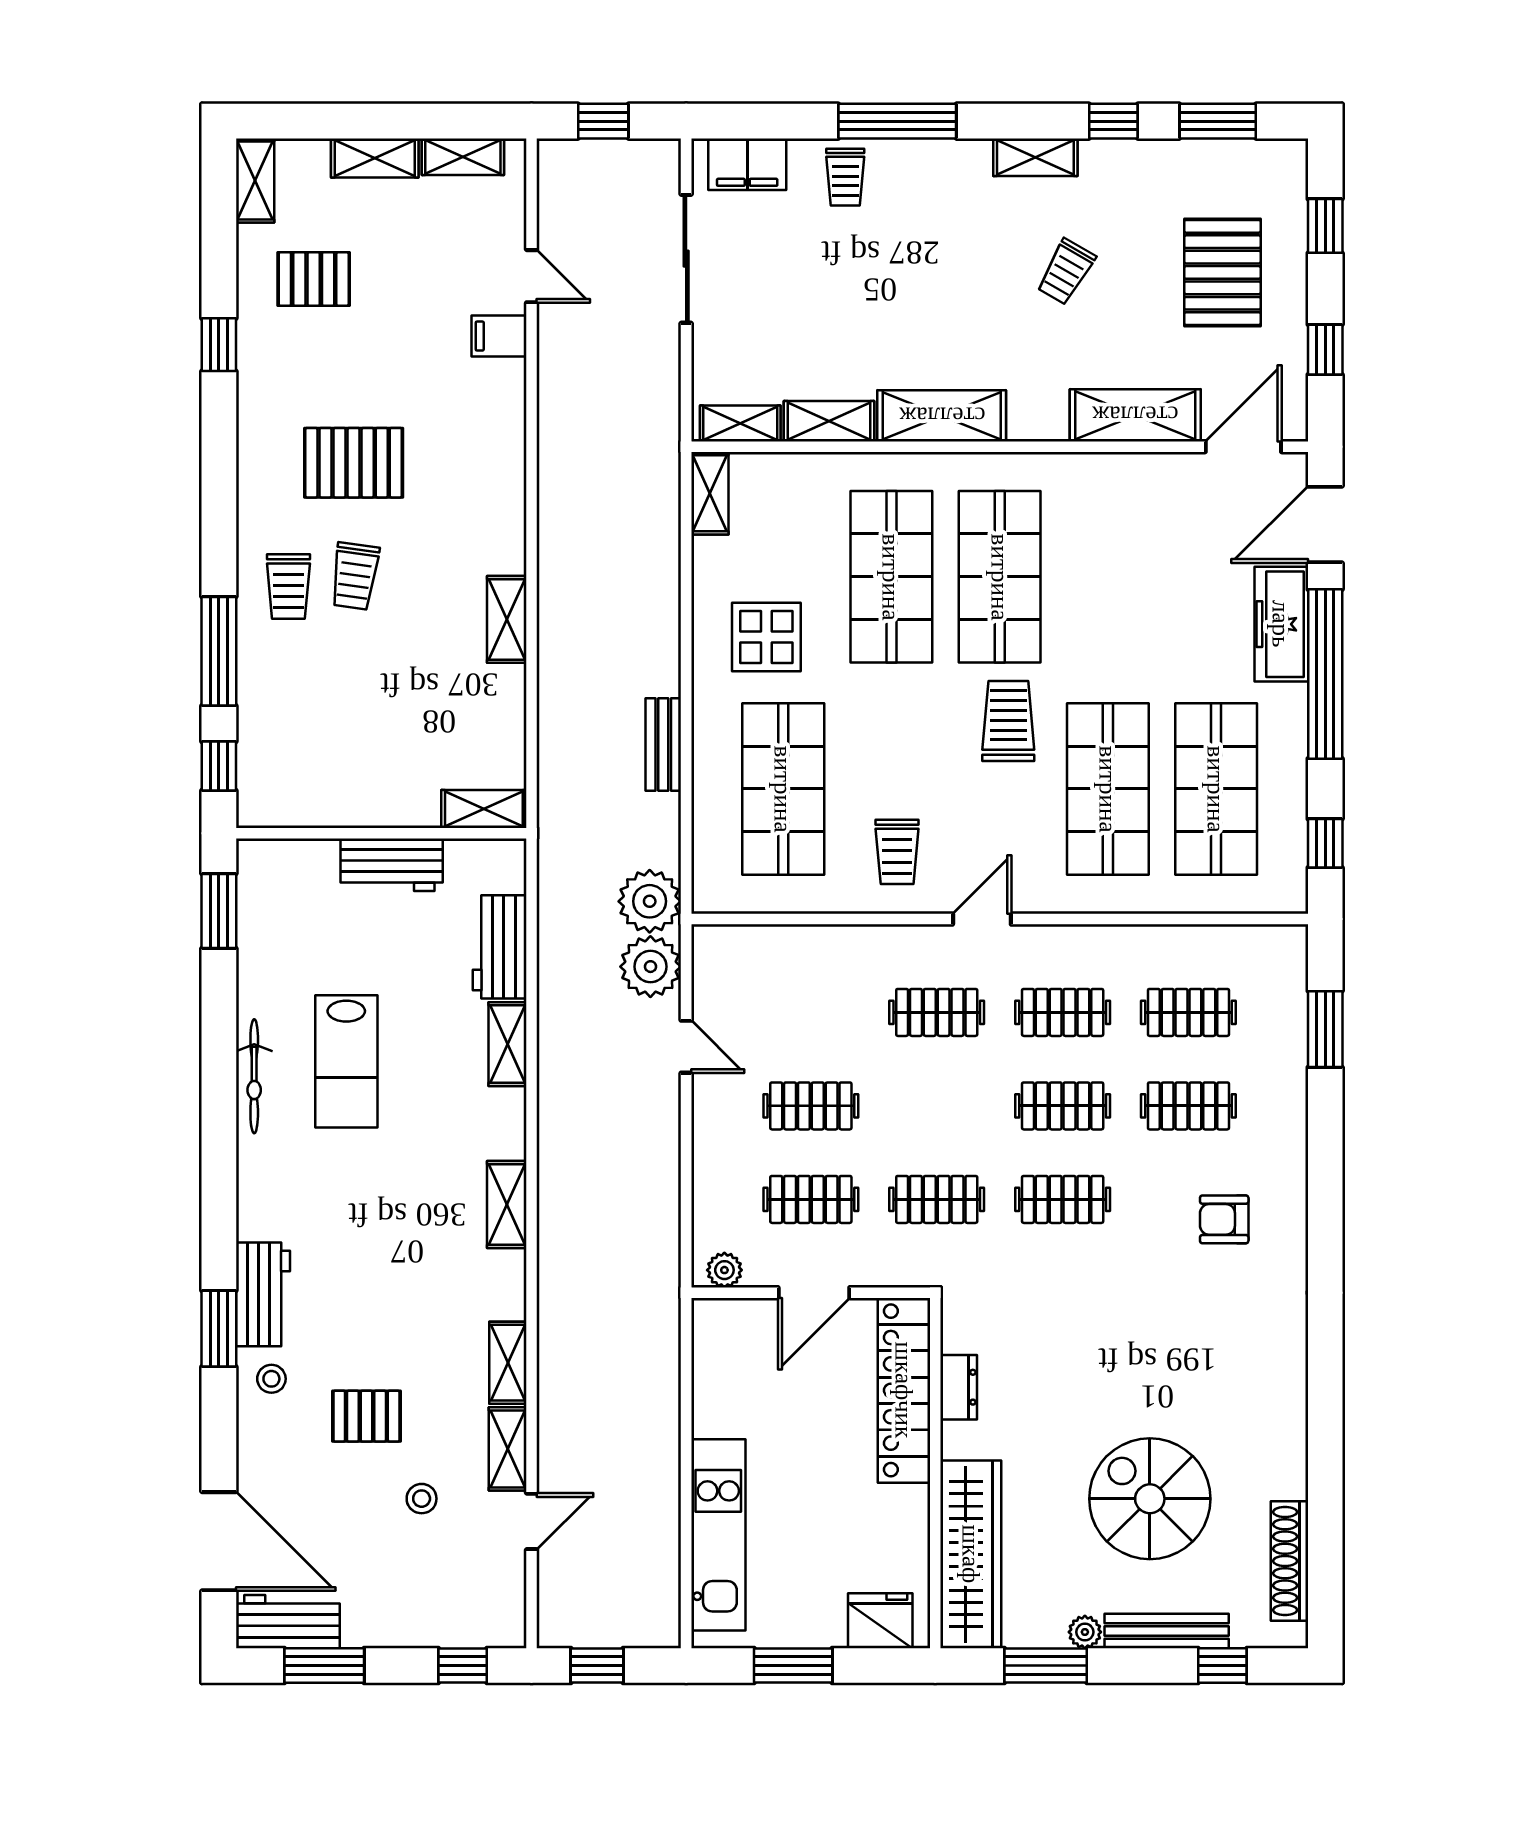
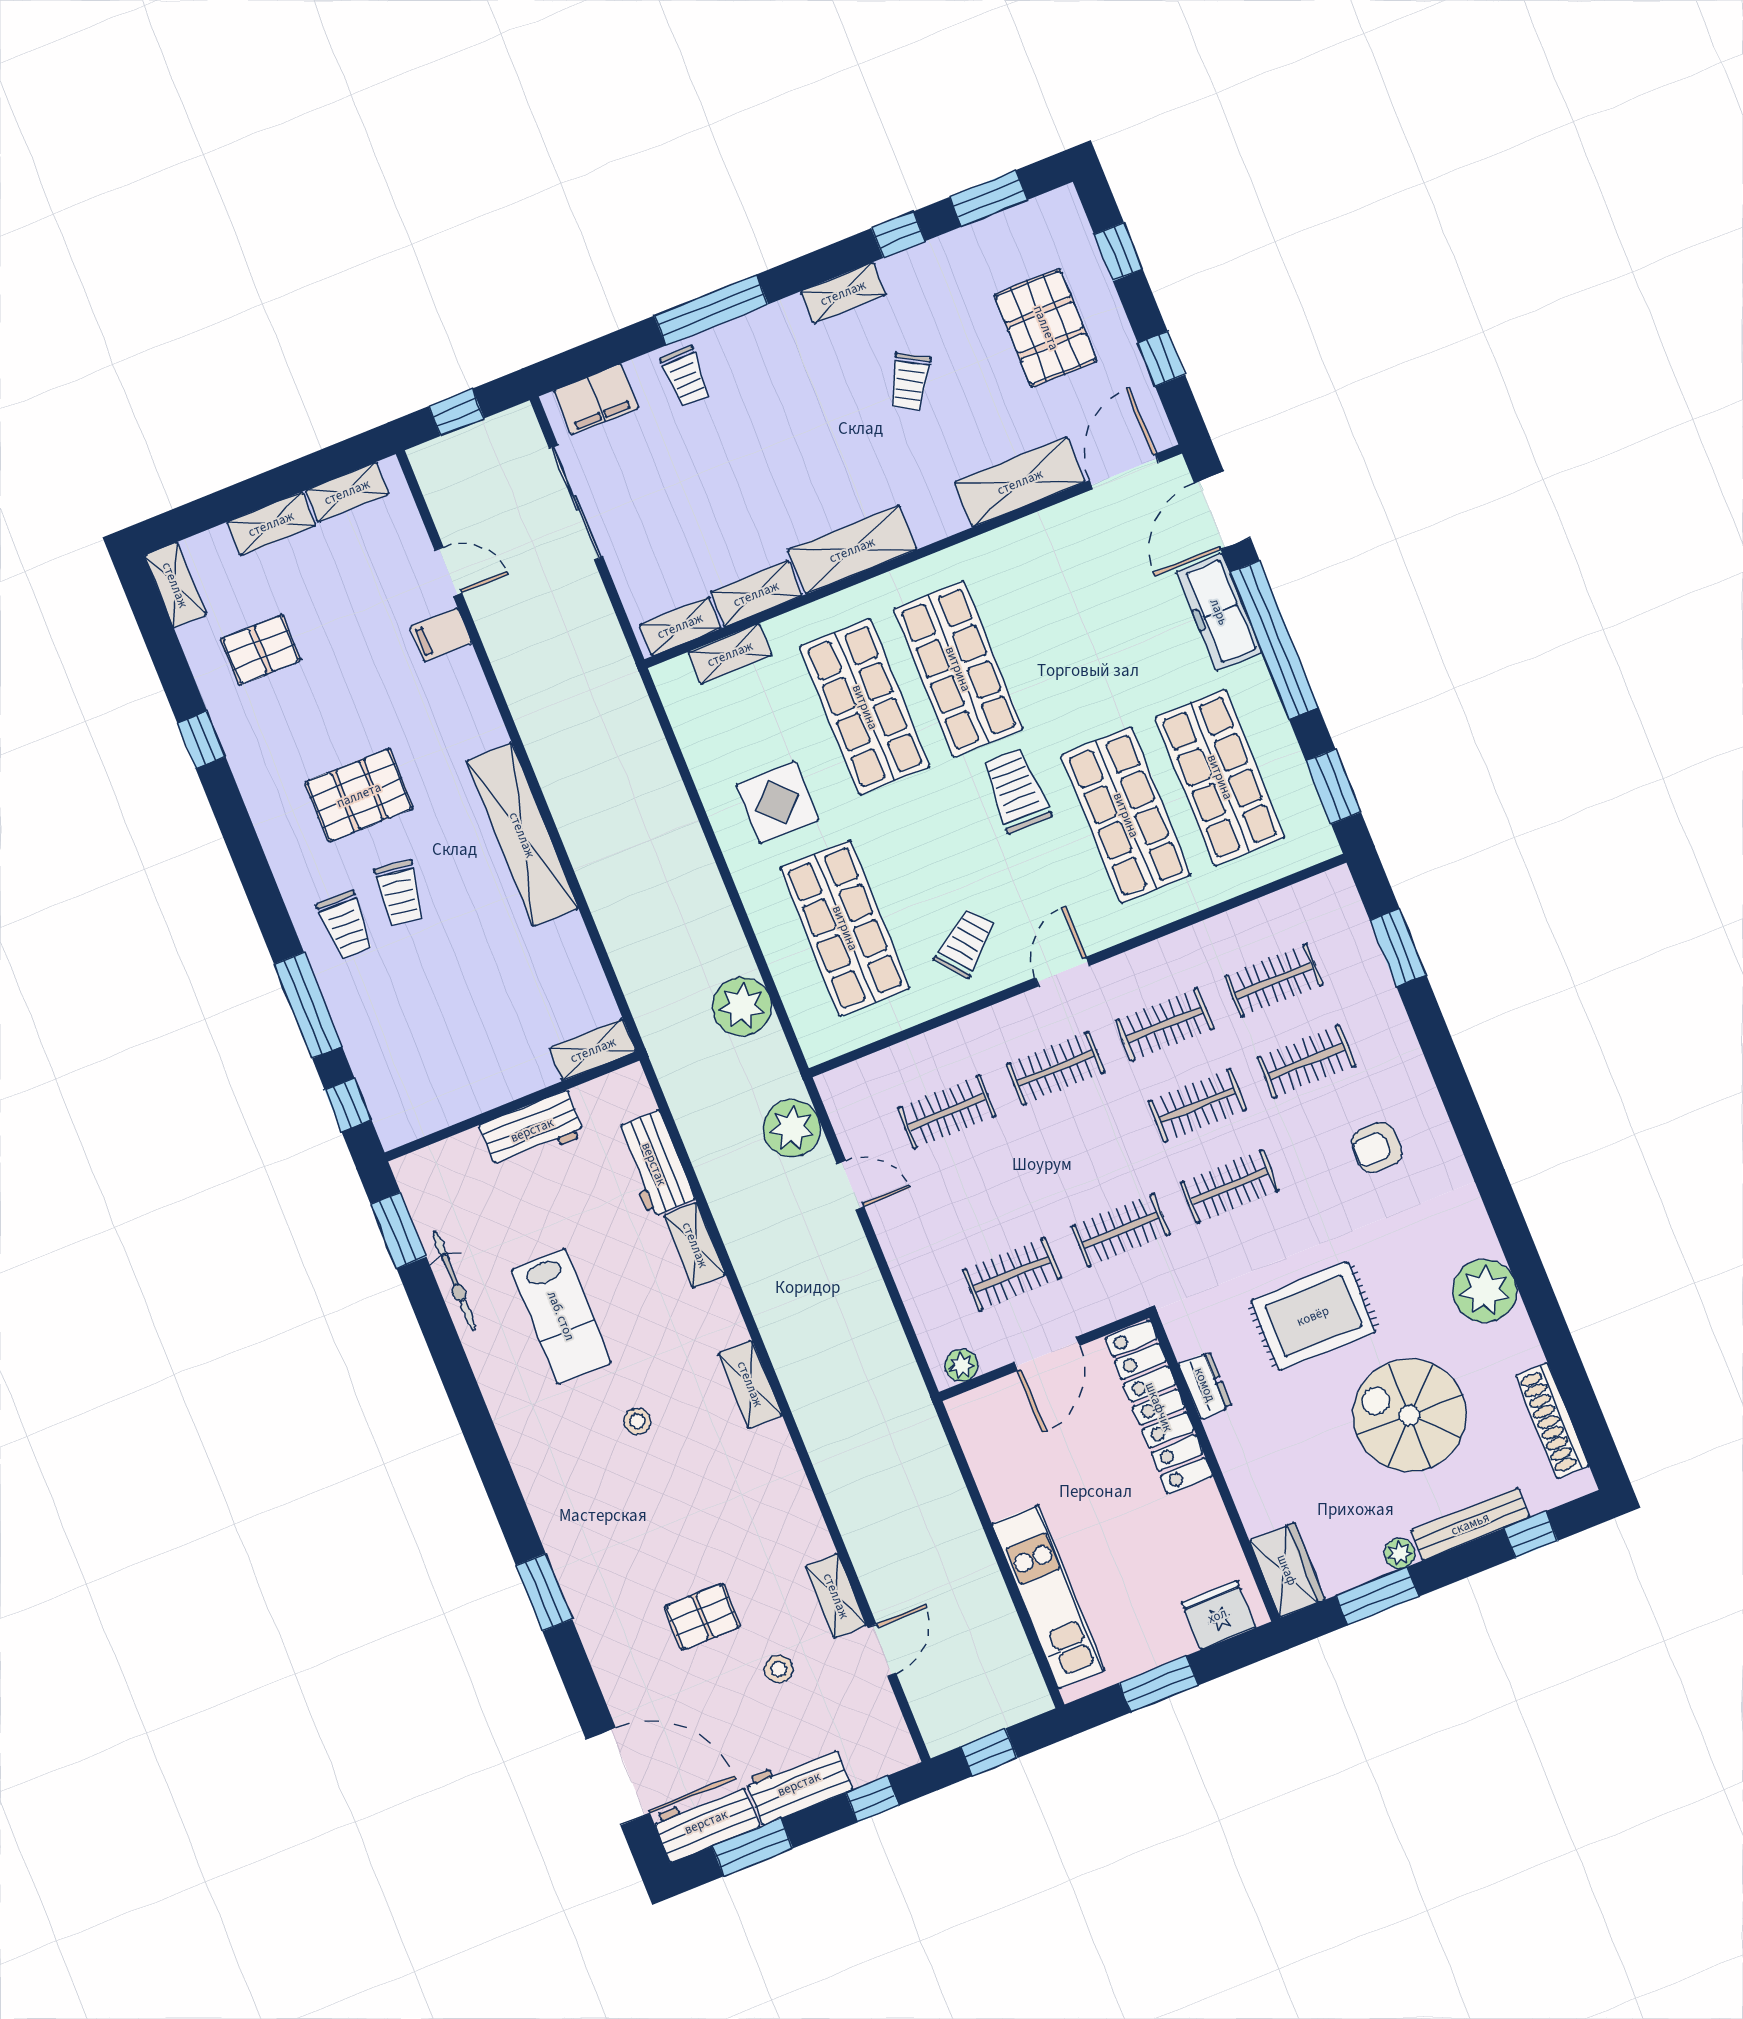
shelving: (710, 493) -> (730, 654), moved, turned 90
shelving: (507, 619) -> (522, 835), width x2.20, depth x1.33
bench: (663, 745) -> (725, 931), removed
window: (1325, 843) -> (1333, 786), width x1.50
trolley: (897, 852) -> (965, 943), turned -129
plant: (650, 901) -> (742, 1006), moved
bicycle: (254, 1076) -> (454, 1281), moved
clothes rail: (811, 1106) -> (947, 1112), moved
workbench: (263, 1294) -> (799, 1784), moved, turned -90
rug: (1094, 1362) -> (1313, 1316), added
shelving: (508, 1363) -> (806, 1521), removed
stool: (271, 1379) -> (637, 1421), moved
plant: (1274, 1405) -> (1485, 1291), added
wardrobe: (971, 1554) -> (1287, 1570), width x0.48, depth x0.85

